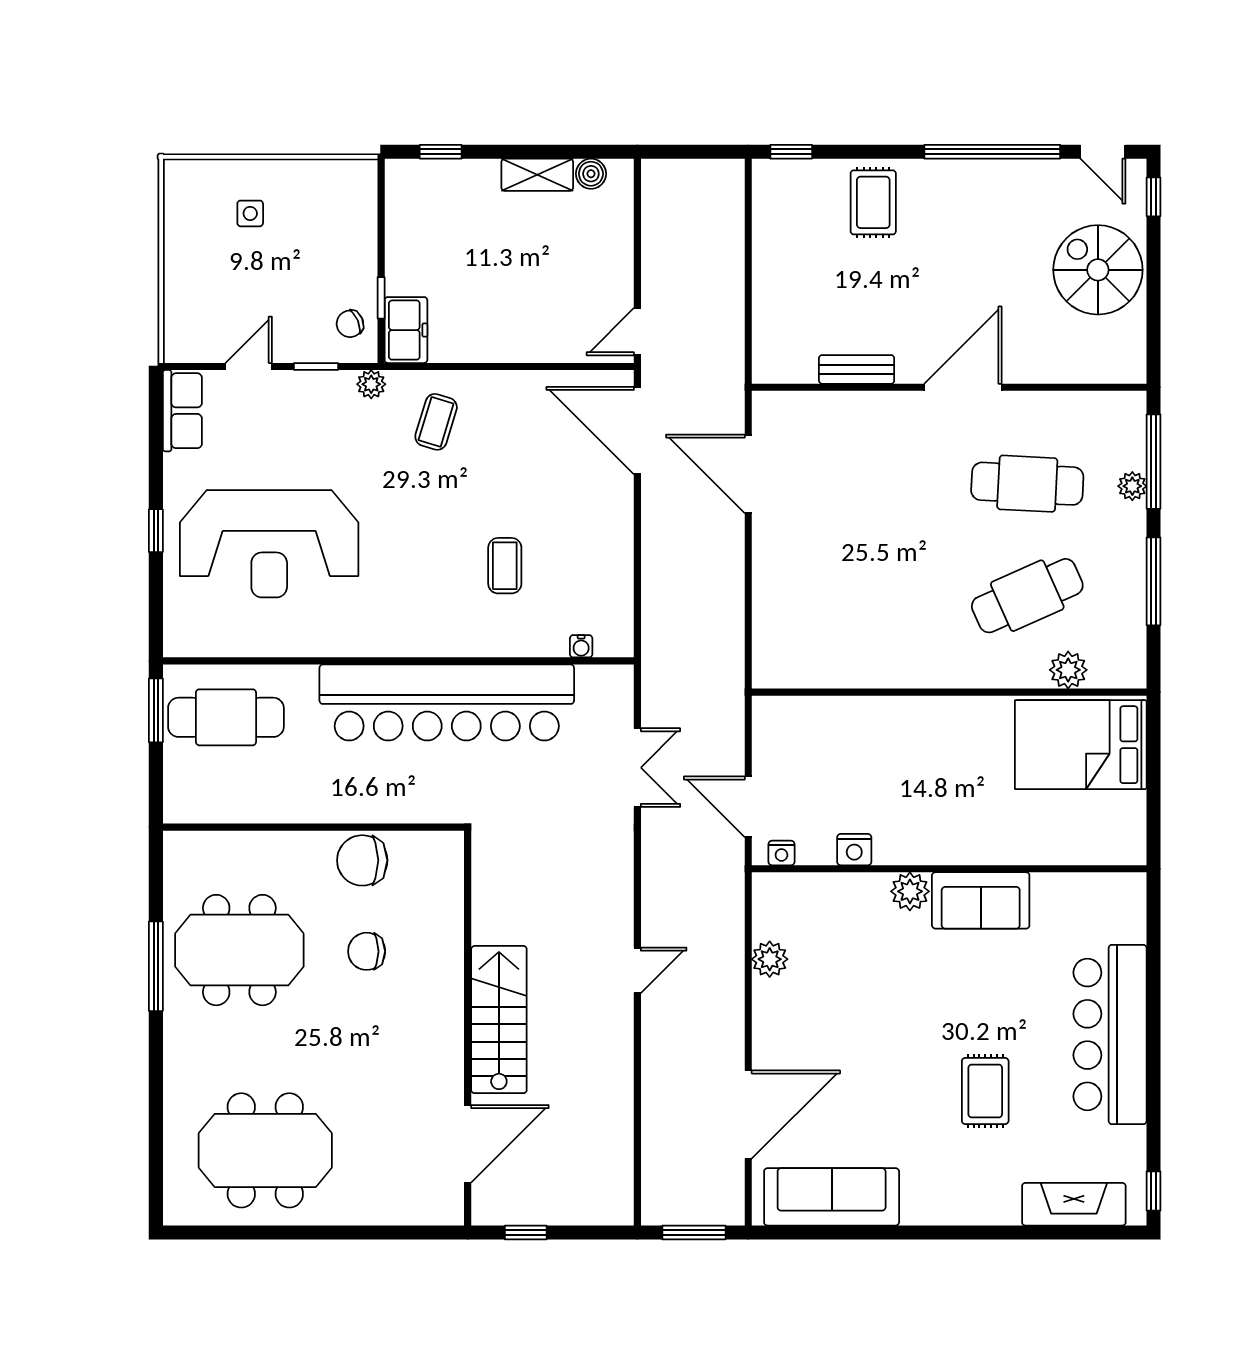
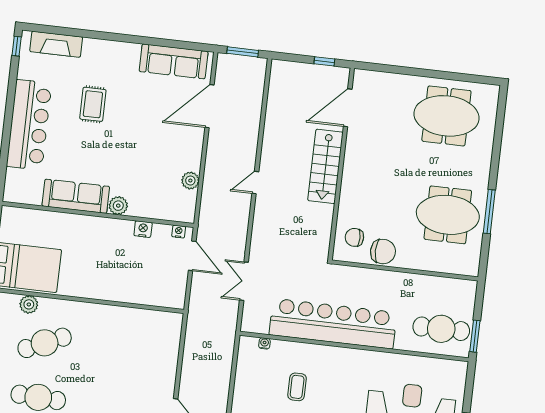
sofa: (981, 900) -> (76, 196), width x1.36
chair: (367, 951) -> (354, 237), moved, turned 180

